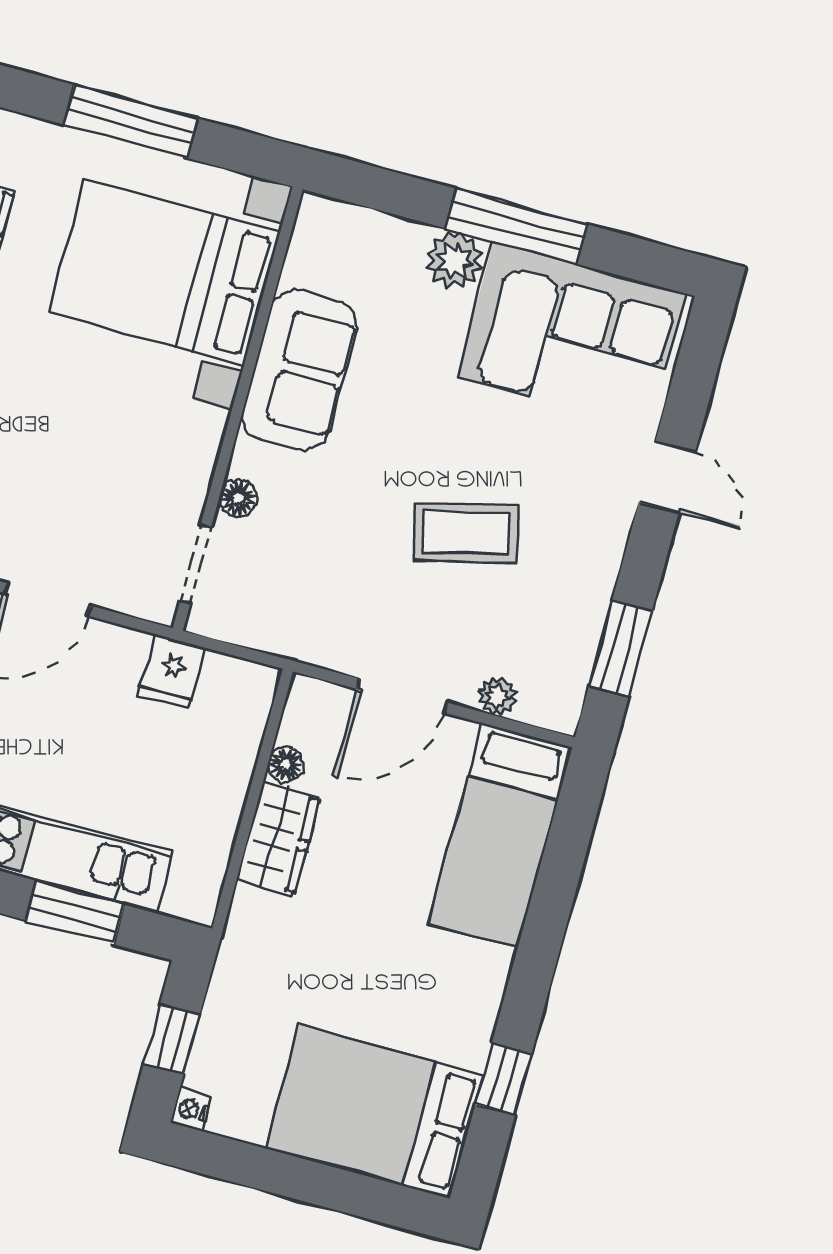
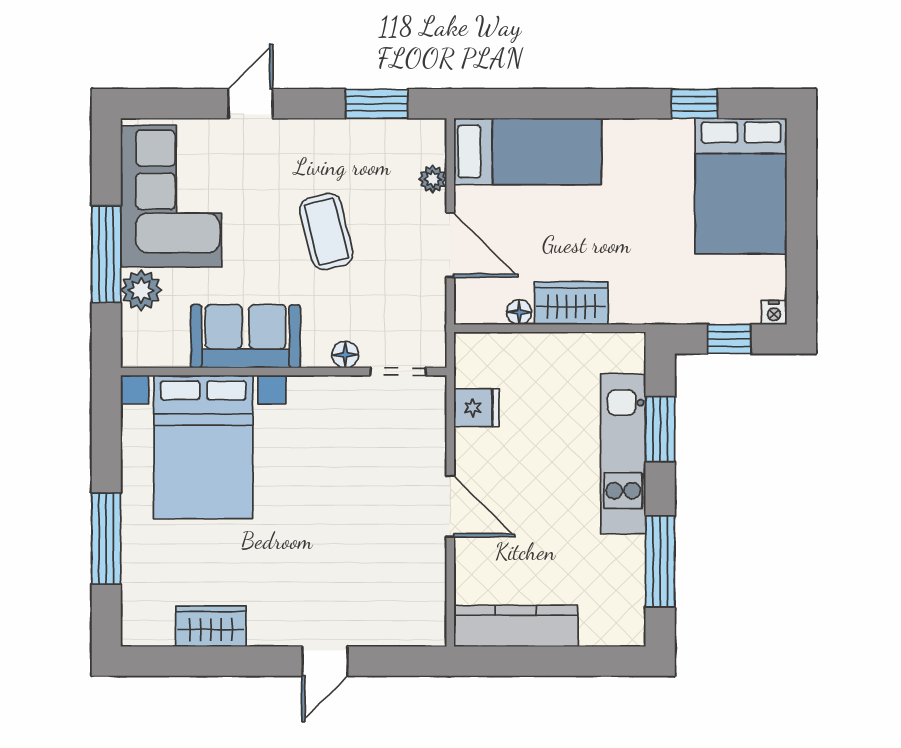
bed with nightstands: (165, 272) -> (203, 447), moved
sofa: (300, 370) -> (245, 336), moved
wall: (238, 409) -> (284, 372), moved
floor lamp: (238, 498) -> (345, 355), moved
doorway: (196, 564) -> (398, 372), moved

